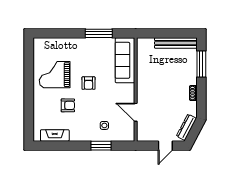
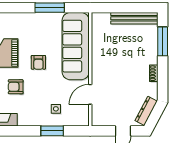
sofa: (125, 60) -> (76, 46), width x1.36, depth x1.27
armchair: (68, 105) -> (16, 87), turned 180
door: (136, 112) -> (90, 94), hinge flipped

